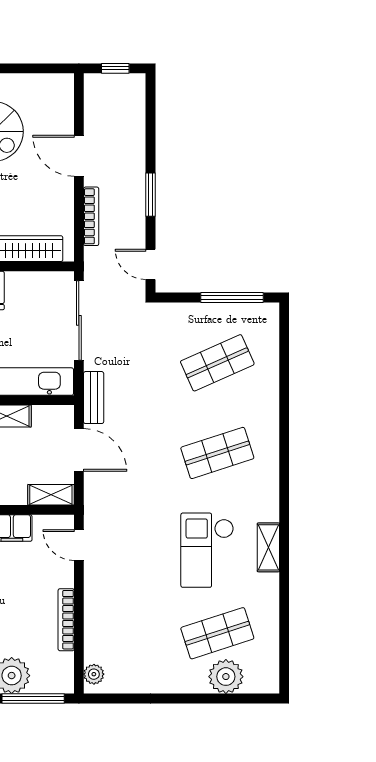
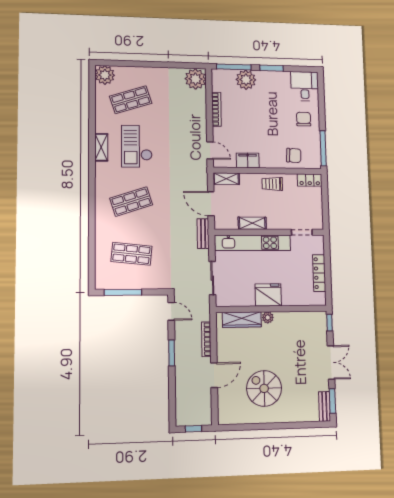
door: (79, 156) -> (214, 375), hinge flipped
sliding door: (79, 320) -> (212, 278), width x0.73
shop shelf: (217, 363) -> (131, 254), turned 30
checkout: (207, 550) -> (137, 146), turned 180
plant: (94, 674) -> (195, 79), width x1.87, depth x1.87
plant: (226, 677) -> (105, 75), moved

